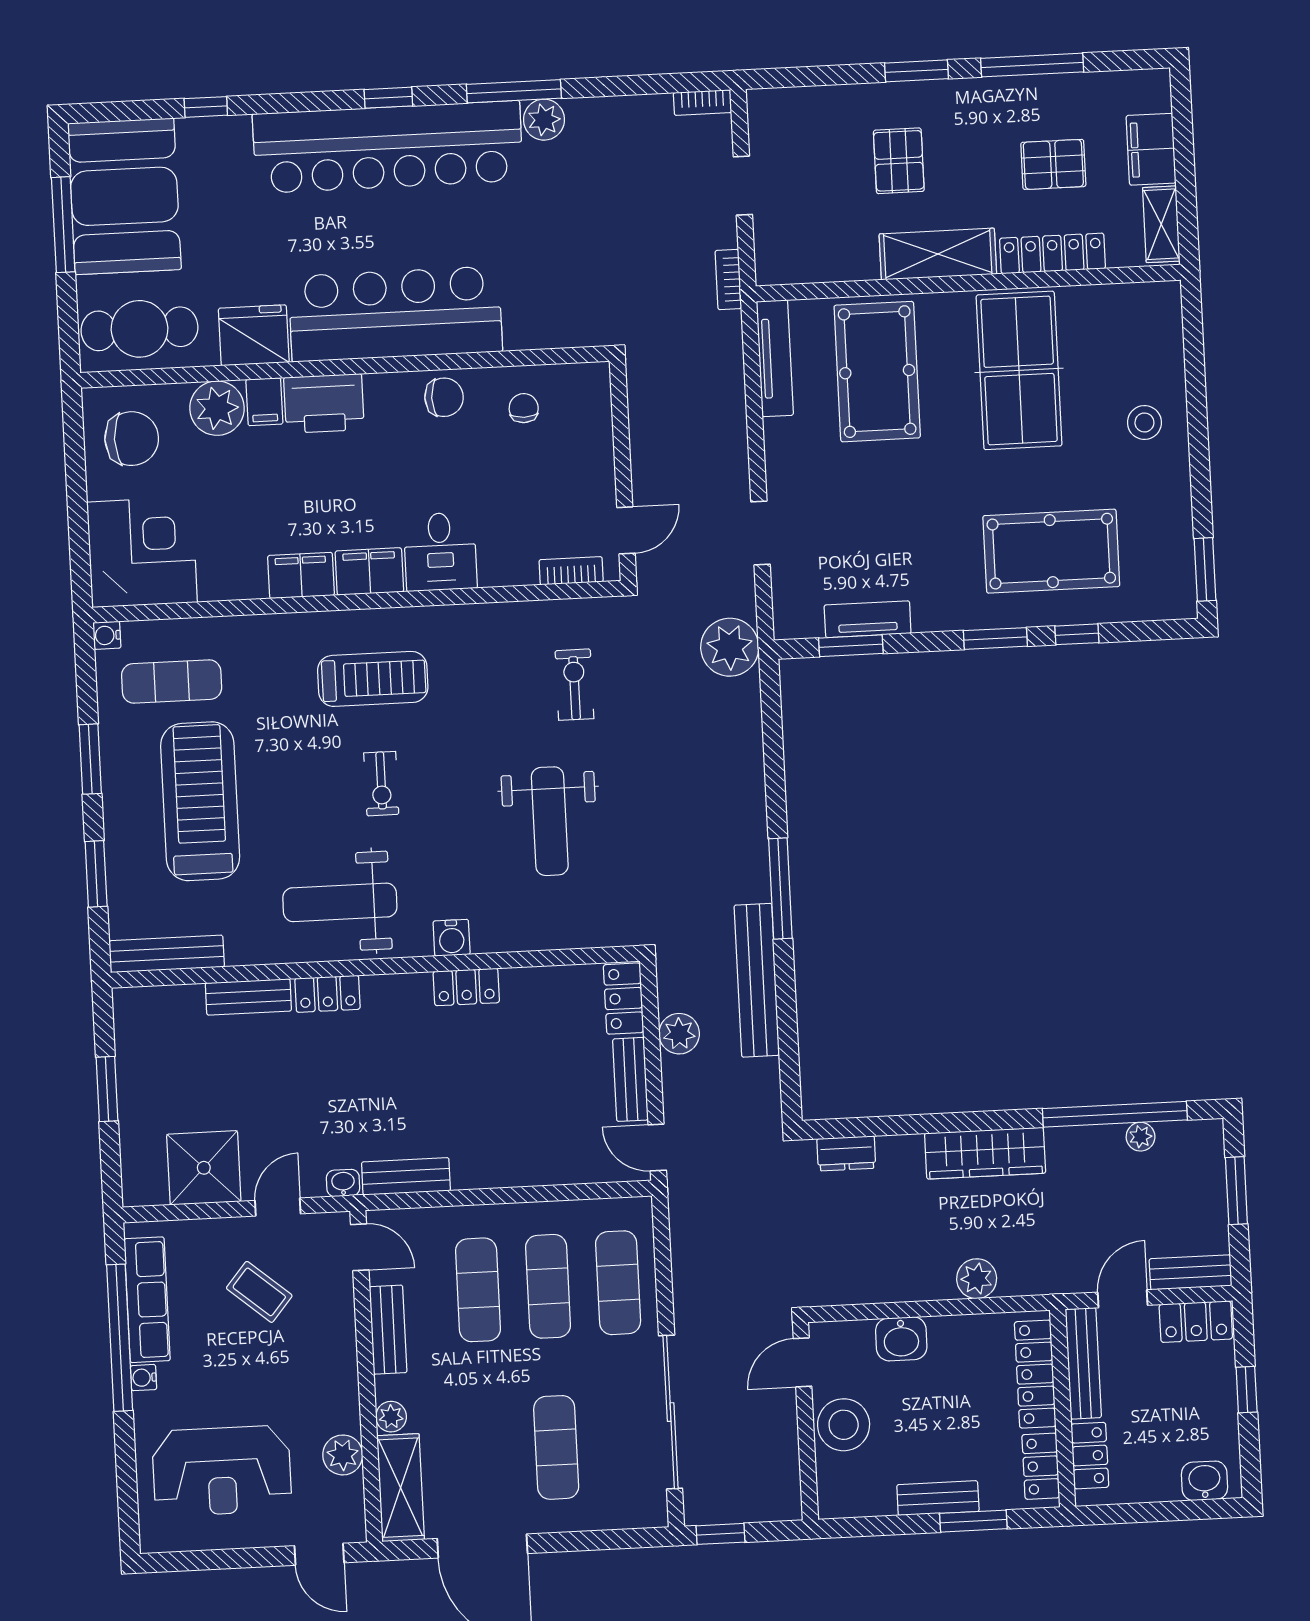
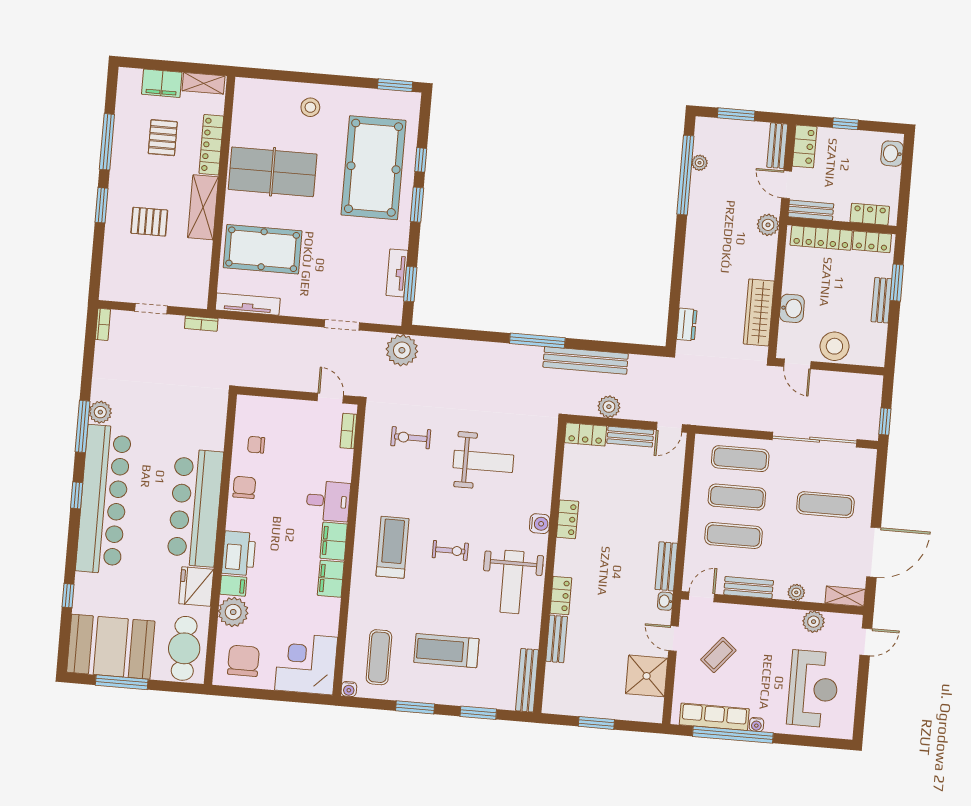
pool table: (1051, 551) -> (374, 168), width x1.36, depth x1.32
treadmill: (200, 801) -> (446, 651), width x0.73, depth x0.73
wardrobe: (985, 1153) -> (759, 312), moved, turned 180
plant: (977, 1279) -> (768, 225), moved
bench: (1083, 1363) -> (811, 210), width x0.73
shelving: (401, 1488) -> (845, 596), width x0.67, depth x0.75

